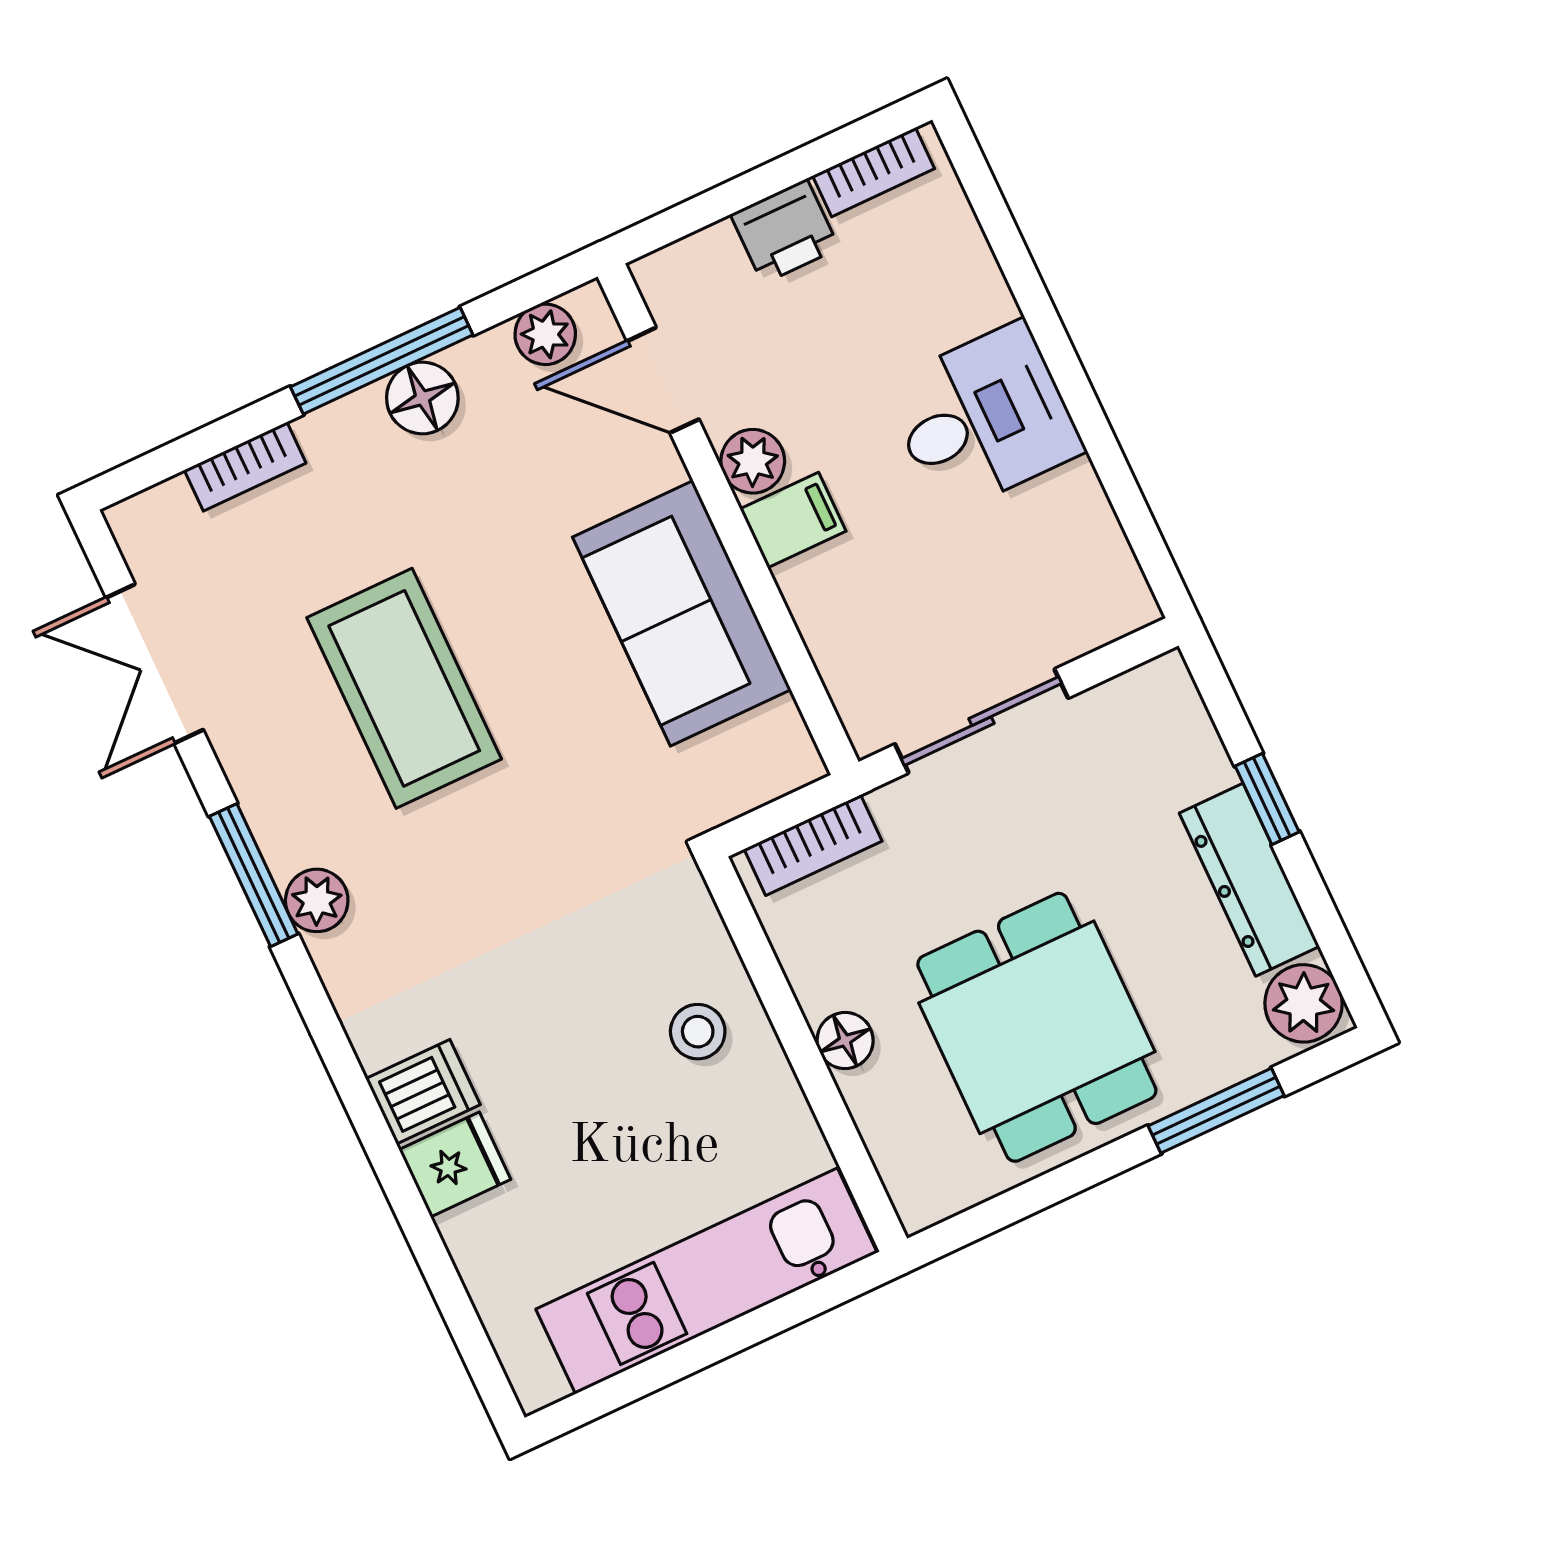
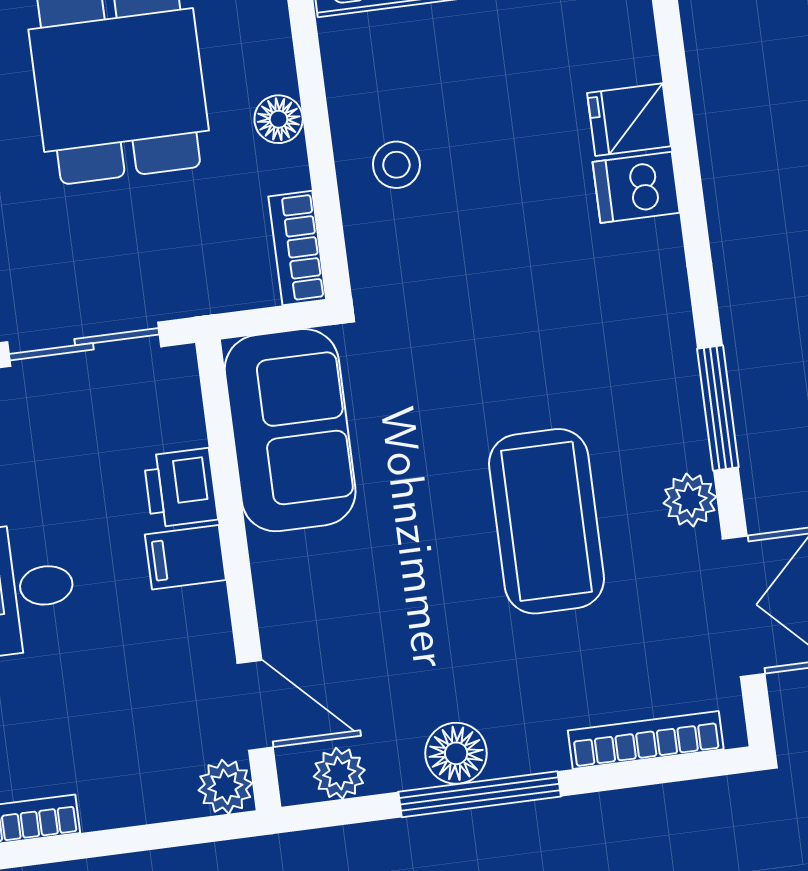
printer: (785, 231) -> (181, 488), moved, turned -90
plant: (753, 461) -> (225, 787), moved
bookcase: (245, 467) -> (646, 740), width x1.56
sofa: (682, 613) -> (290, 430), moved
bookcase: (813, 845) -> (297, 248), moved, turned -90
plant: (317, 900) -> (690, 500), moved

